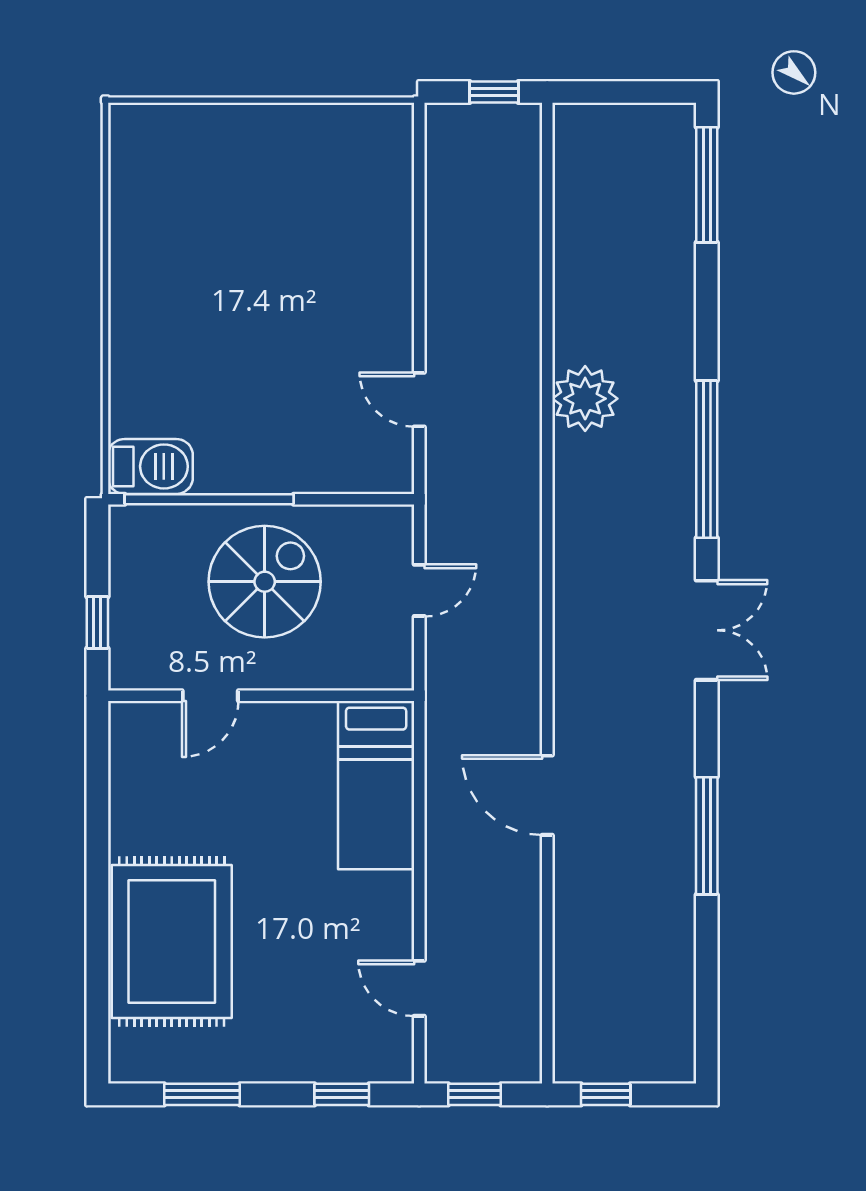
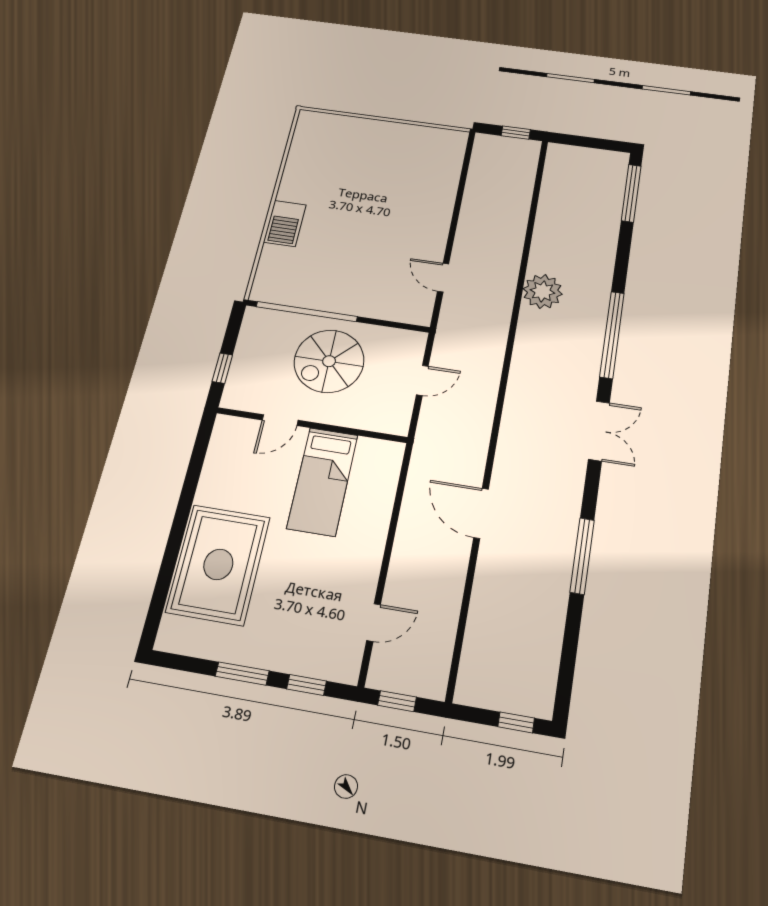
barbecue: (150, 466) -> (285, 223), moved, turned 90
spiral stairs: (265, 582) -> (329, 361), turned 180
bed: (376, 785) -> (323, 481), moved
door: (419, 988) -> (374, 623), swing flipped
window: (202, 1094) -> (242, 674), moved
window: (606, 1094) -> (516, 722), moved

